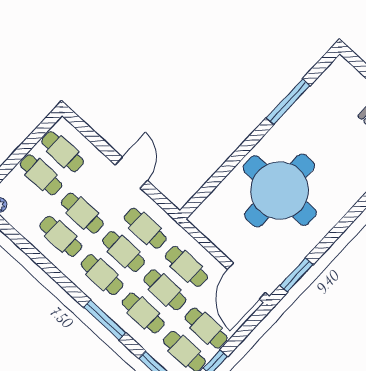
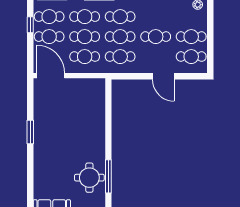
door: (131, 173) -> (163, 76), moved
round table: (280, 190) -> (89, 178), moved, width x0.54, depth x0.54
cafe table: (61, 236) -> (156, 17), removed
window: (296, 275) -> (30, 132), moved

